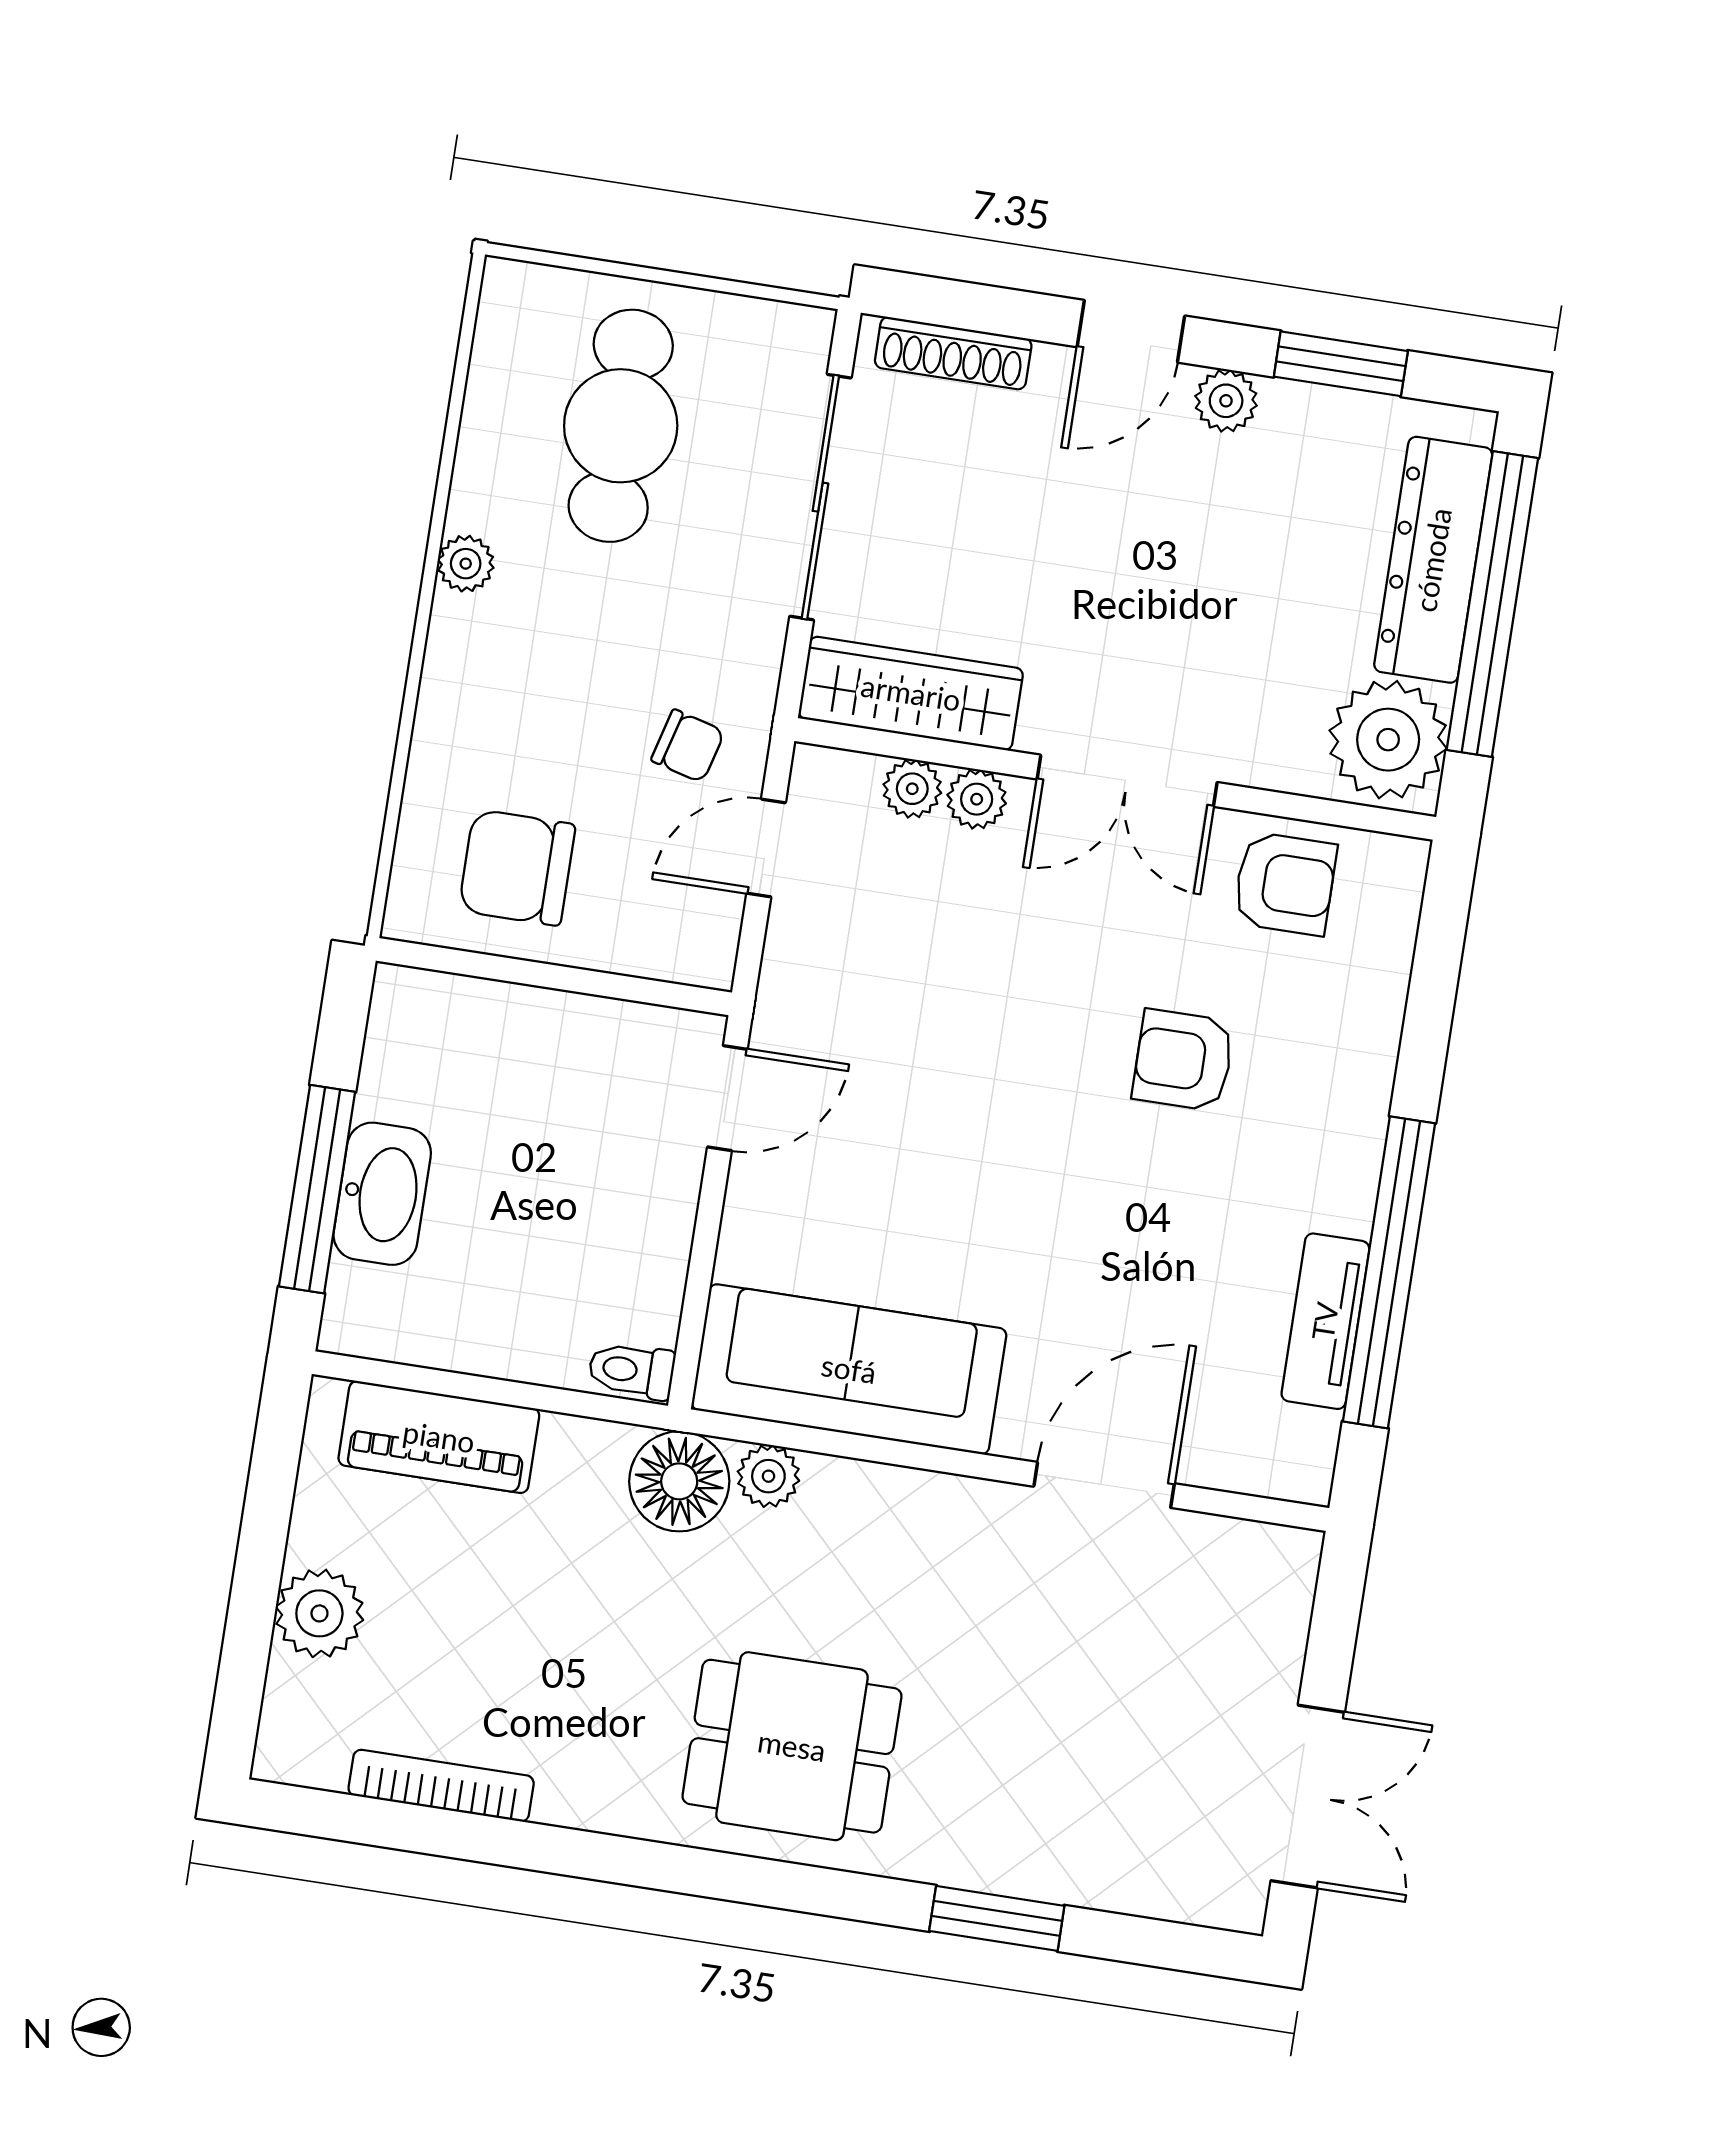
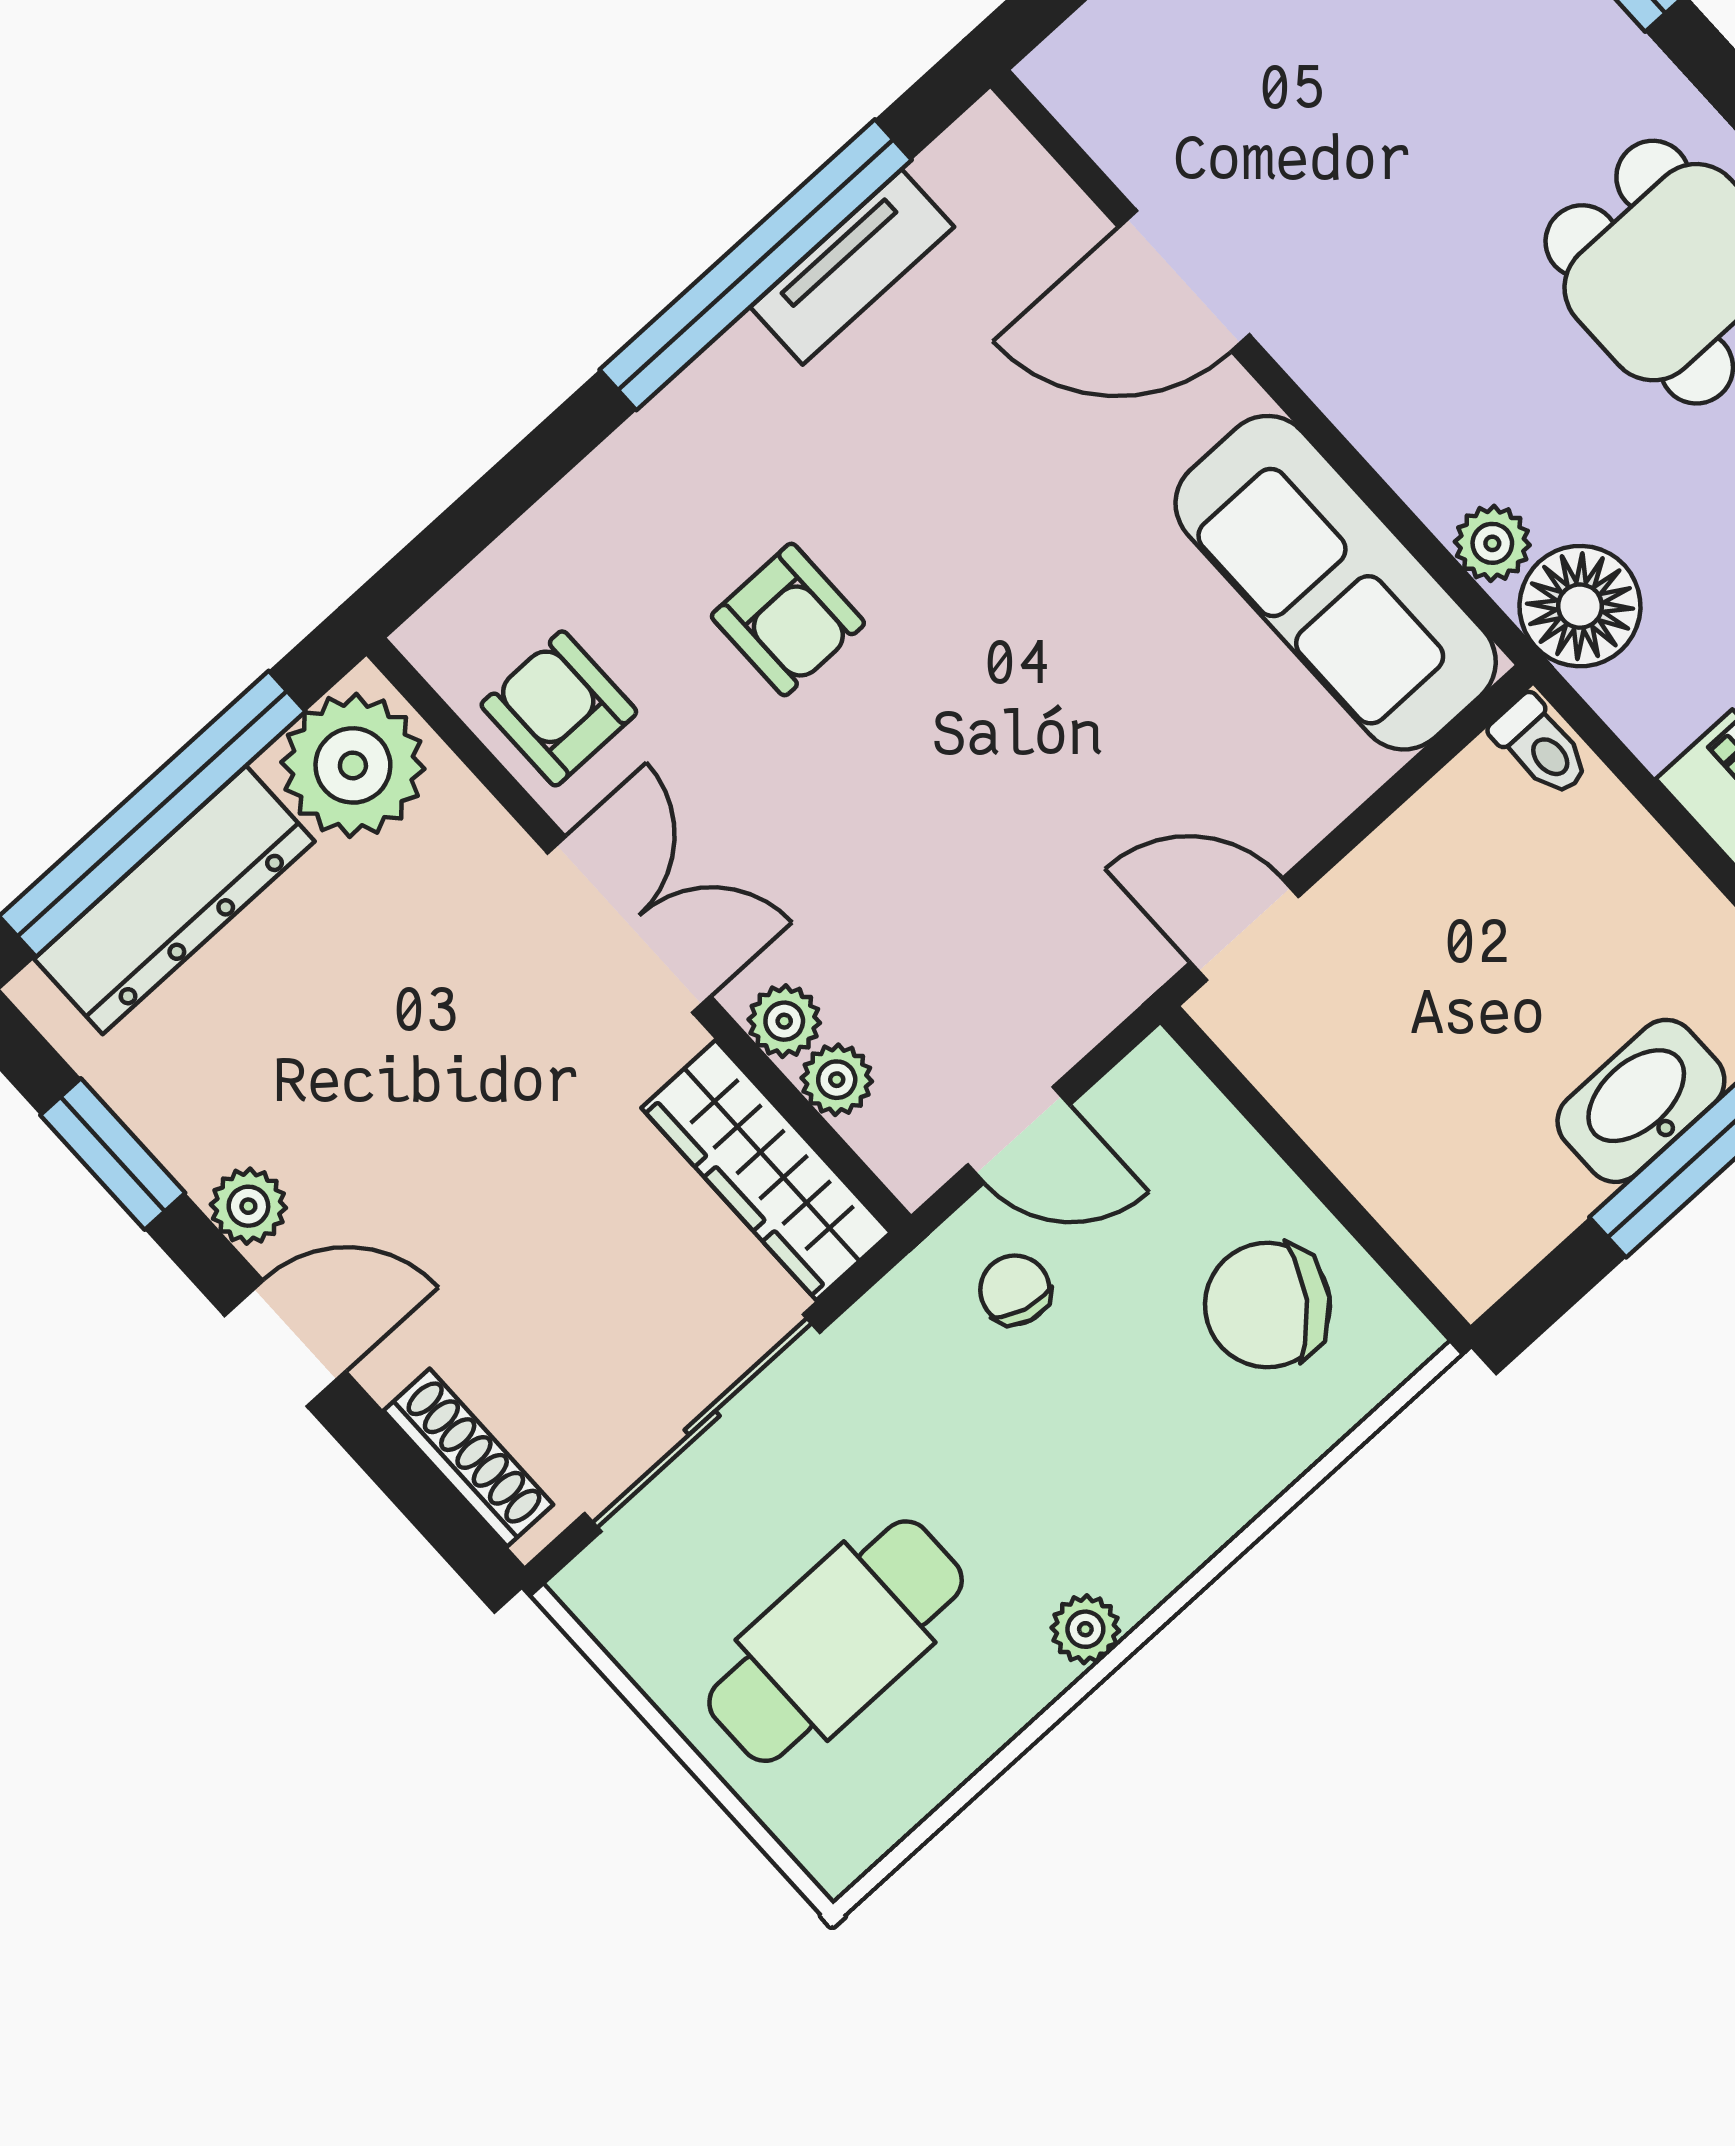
chair: (517, 868) -> (1267, 1305), turned 125

